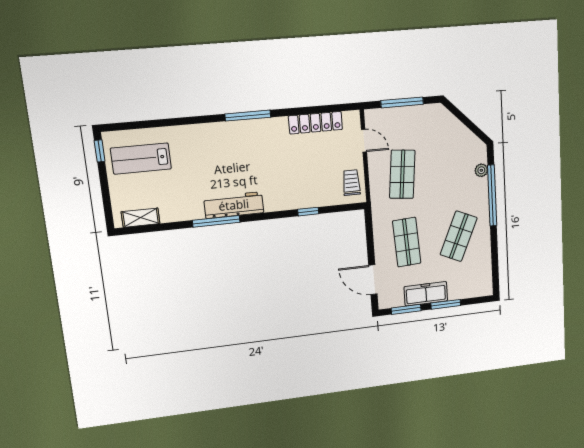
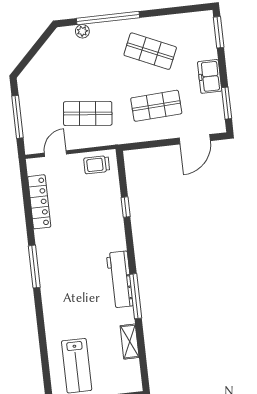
shelving: (141, 218) -> (130, 342), moved
freezer: (426, 294) -> (210, 76), width x0.71
window: (446, 304) -> (219, 32), moved

